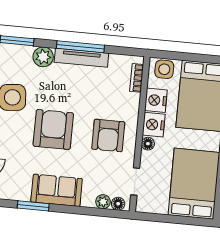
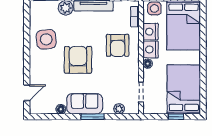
armchair: (108, 135) -> (118, 45), moved
floor lamp: (118, 204) -> (61, 109), moved
window: (33, 206) -> (93, 117), moved
window: (180, 220) -> (176, 117), added

